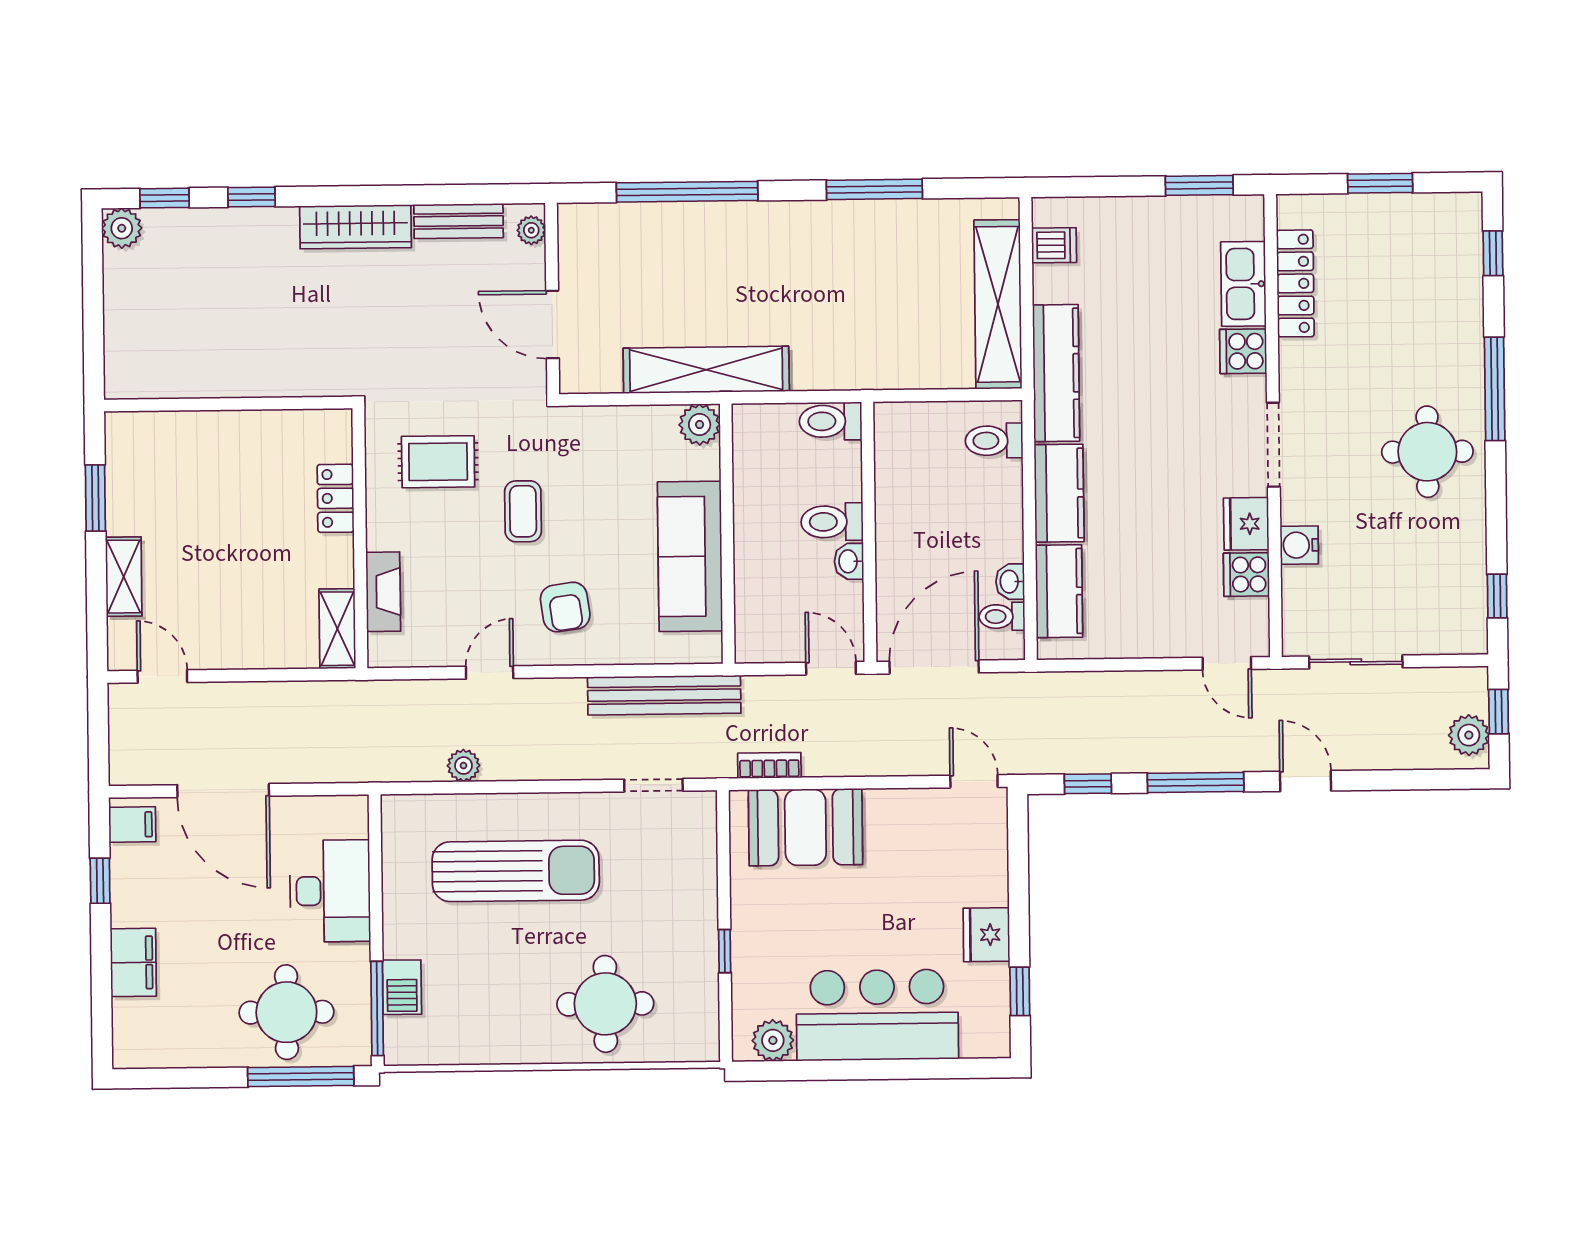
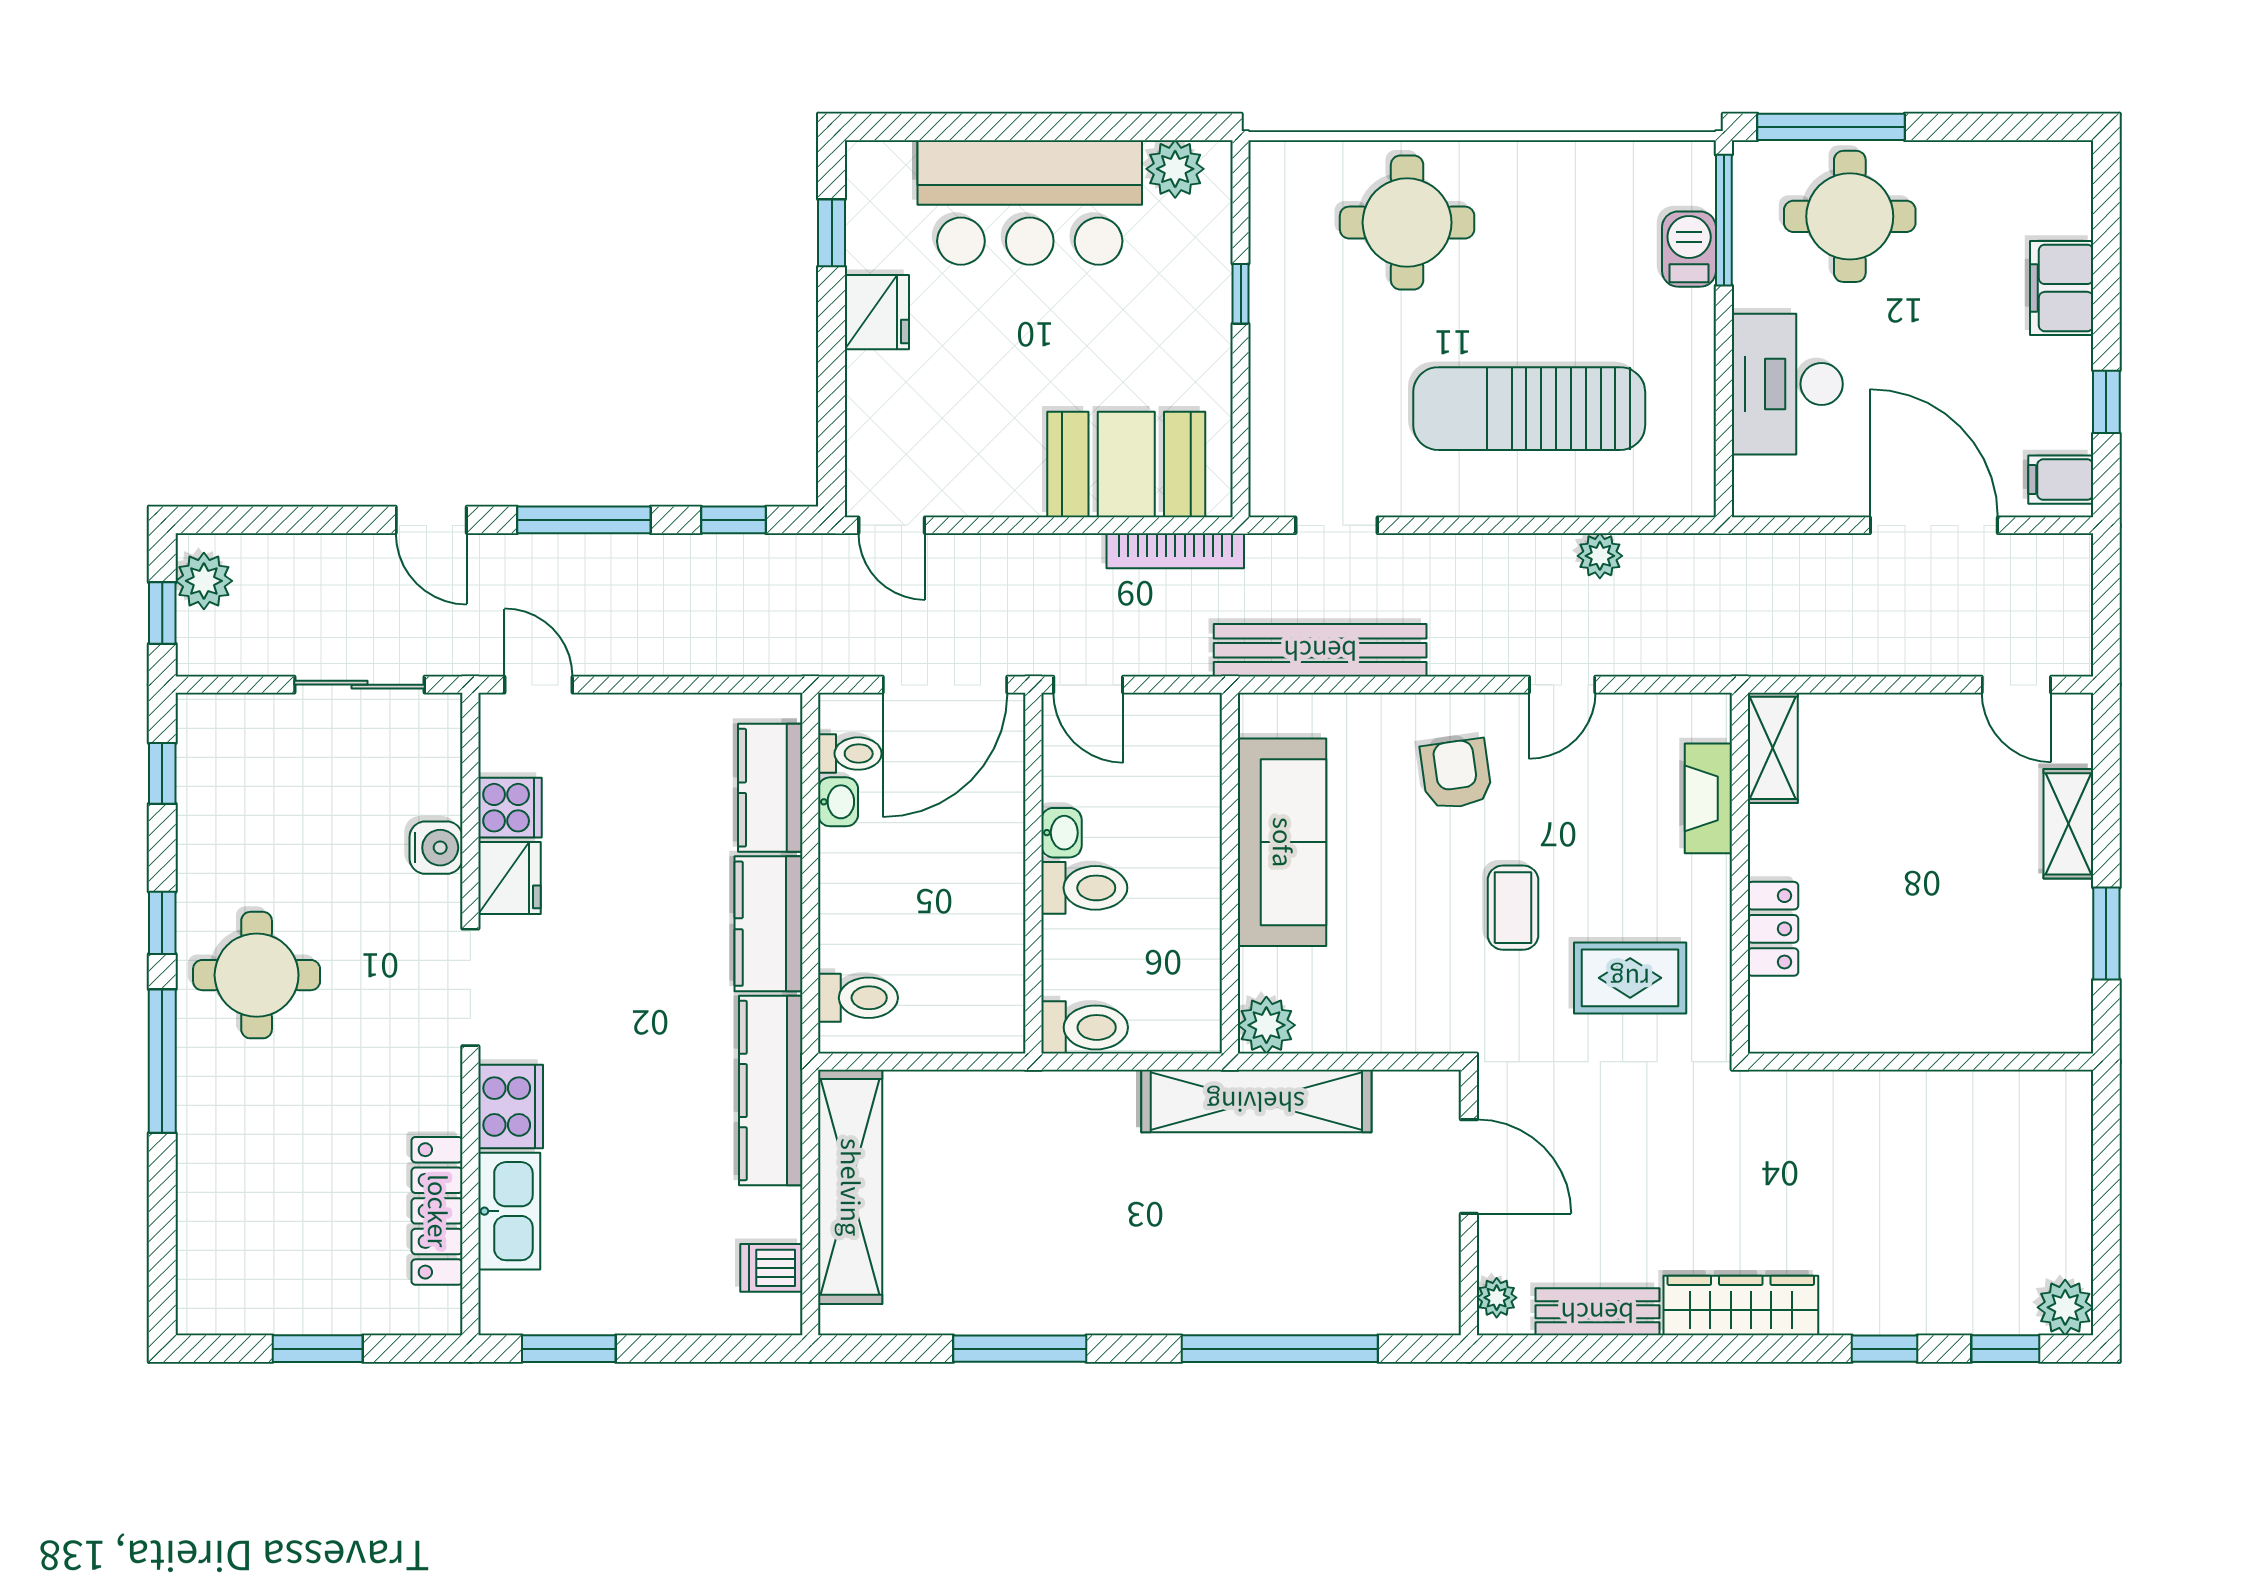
window: (1493, 253) -> (162, 923), moved
cooker: (1243, 351) -> (511, 1107), width x1.36
bookcase: (769, 765) -> (1175, 551), width x1.56

